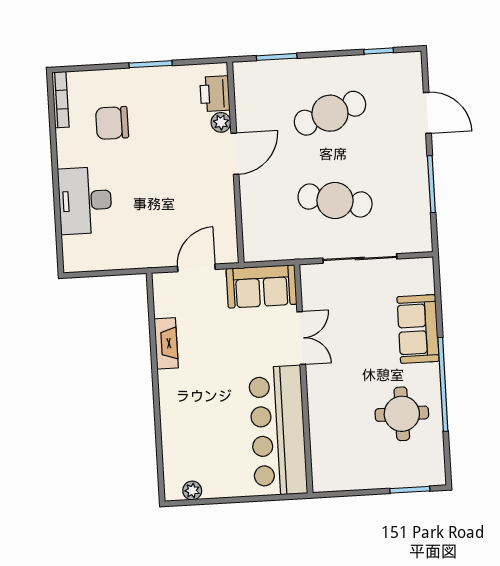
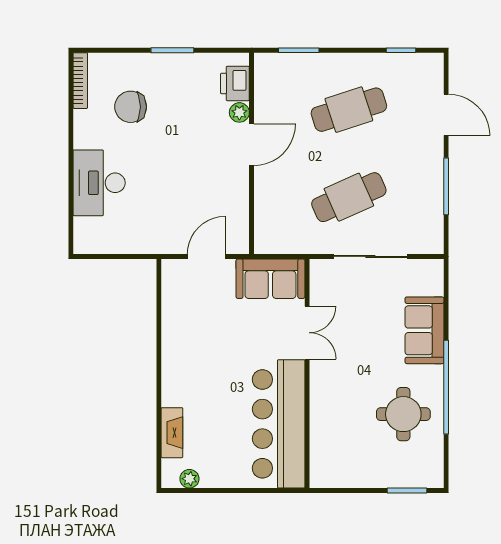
cafe table: (335, 201) -> (349, 197), turned -36
fireplace: (166, 343) -> (172, 433), moved

